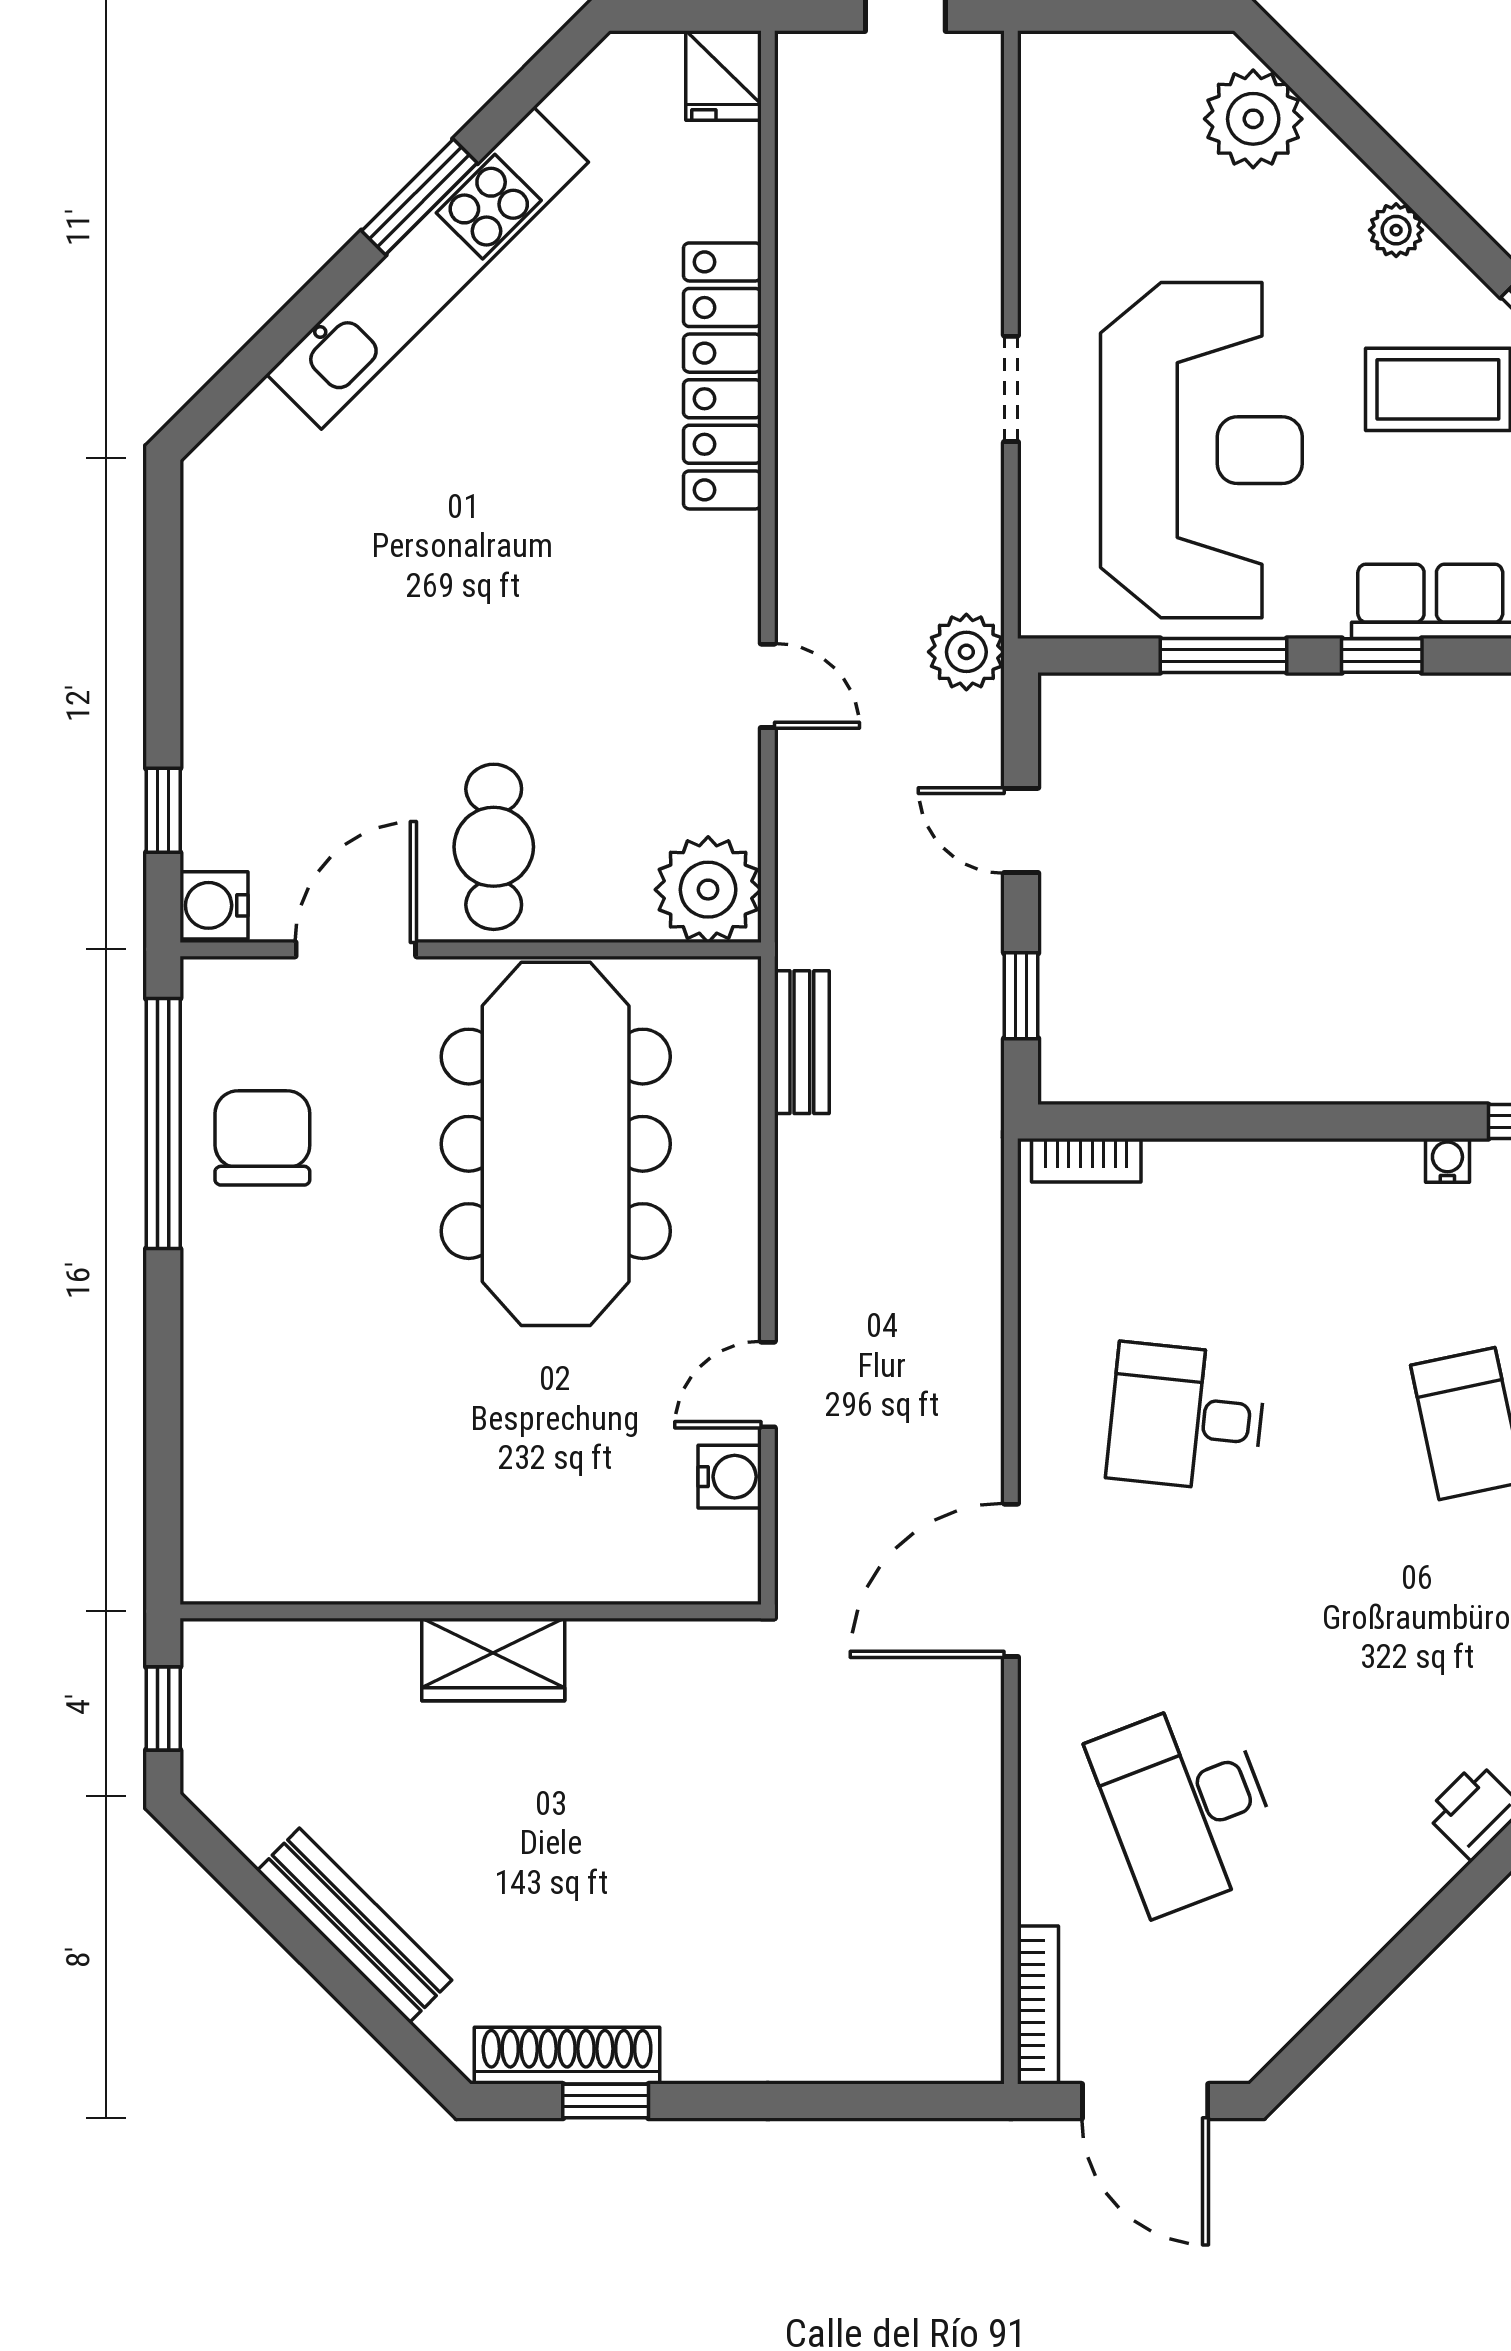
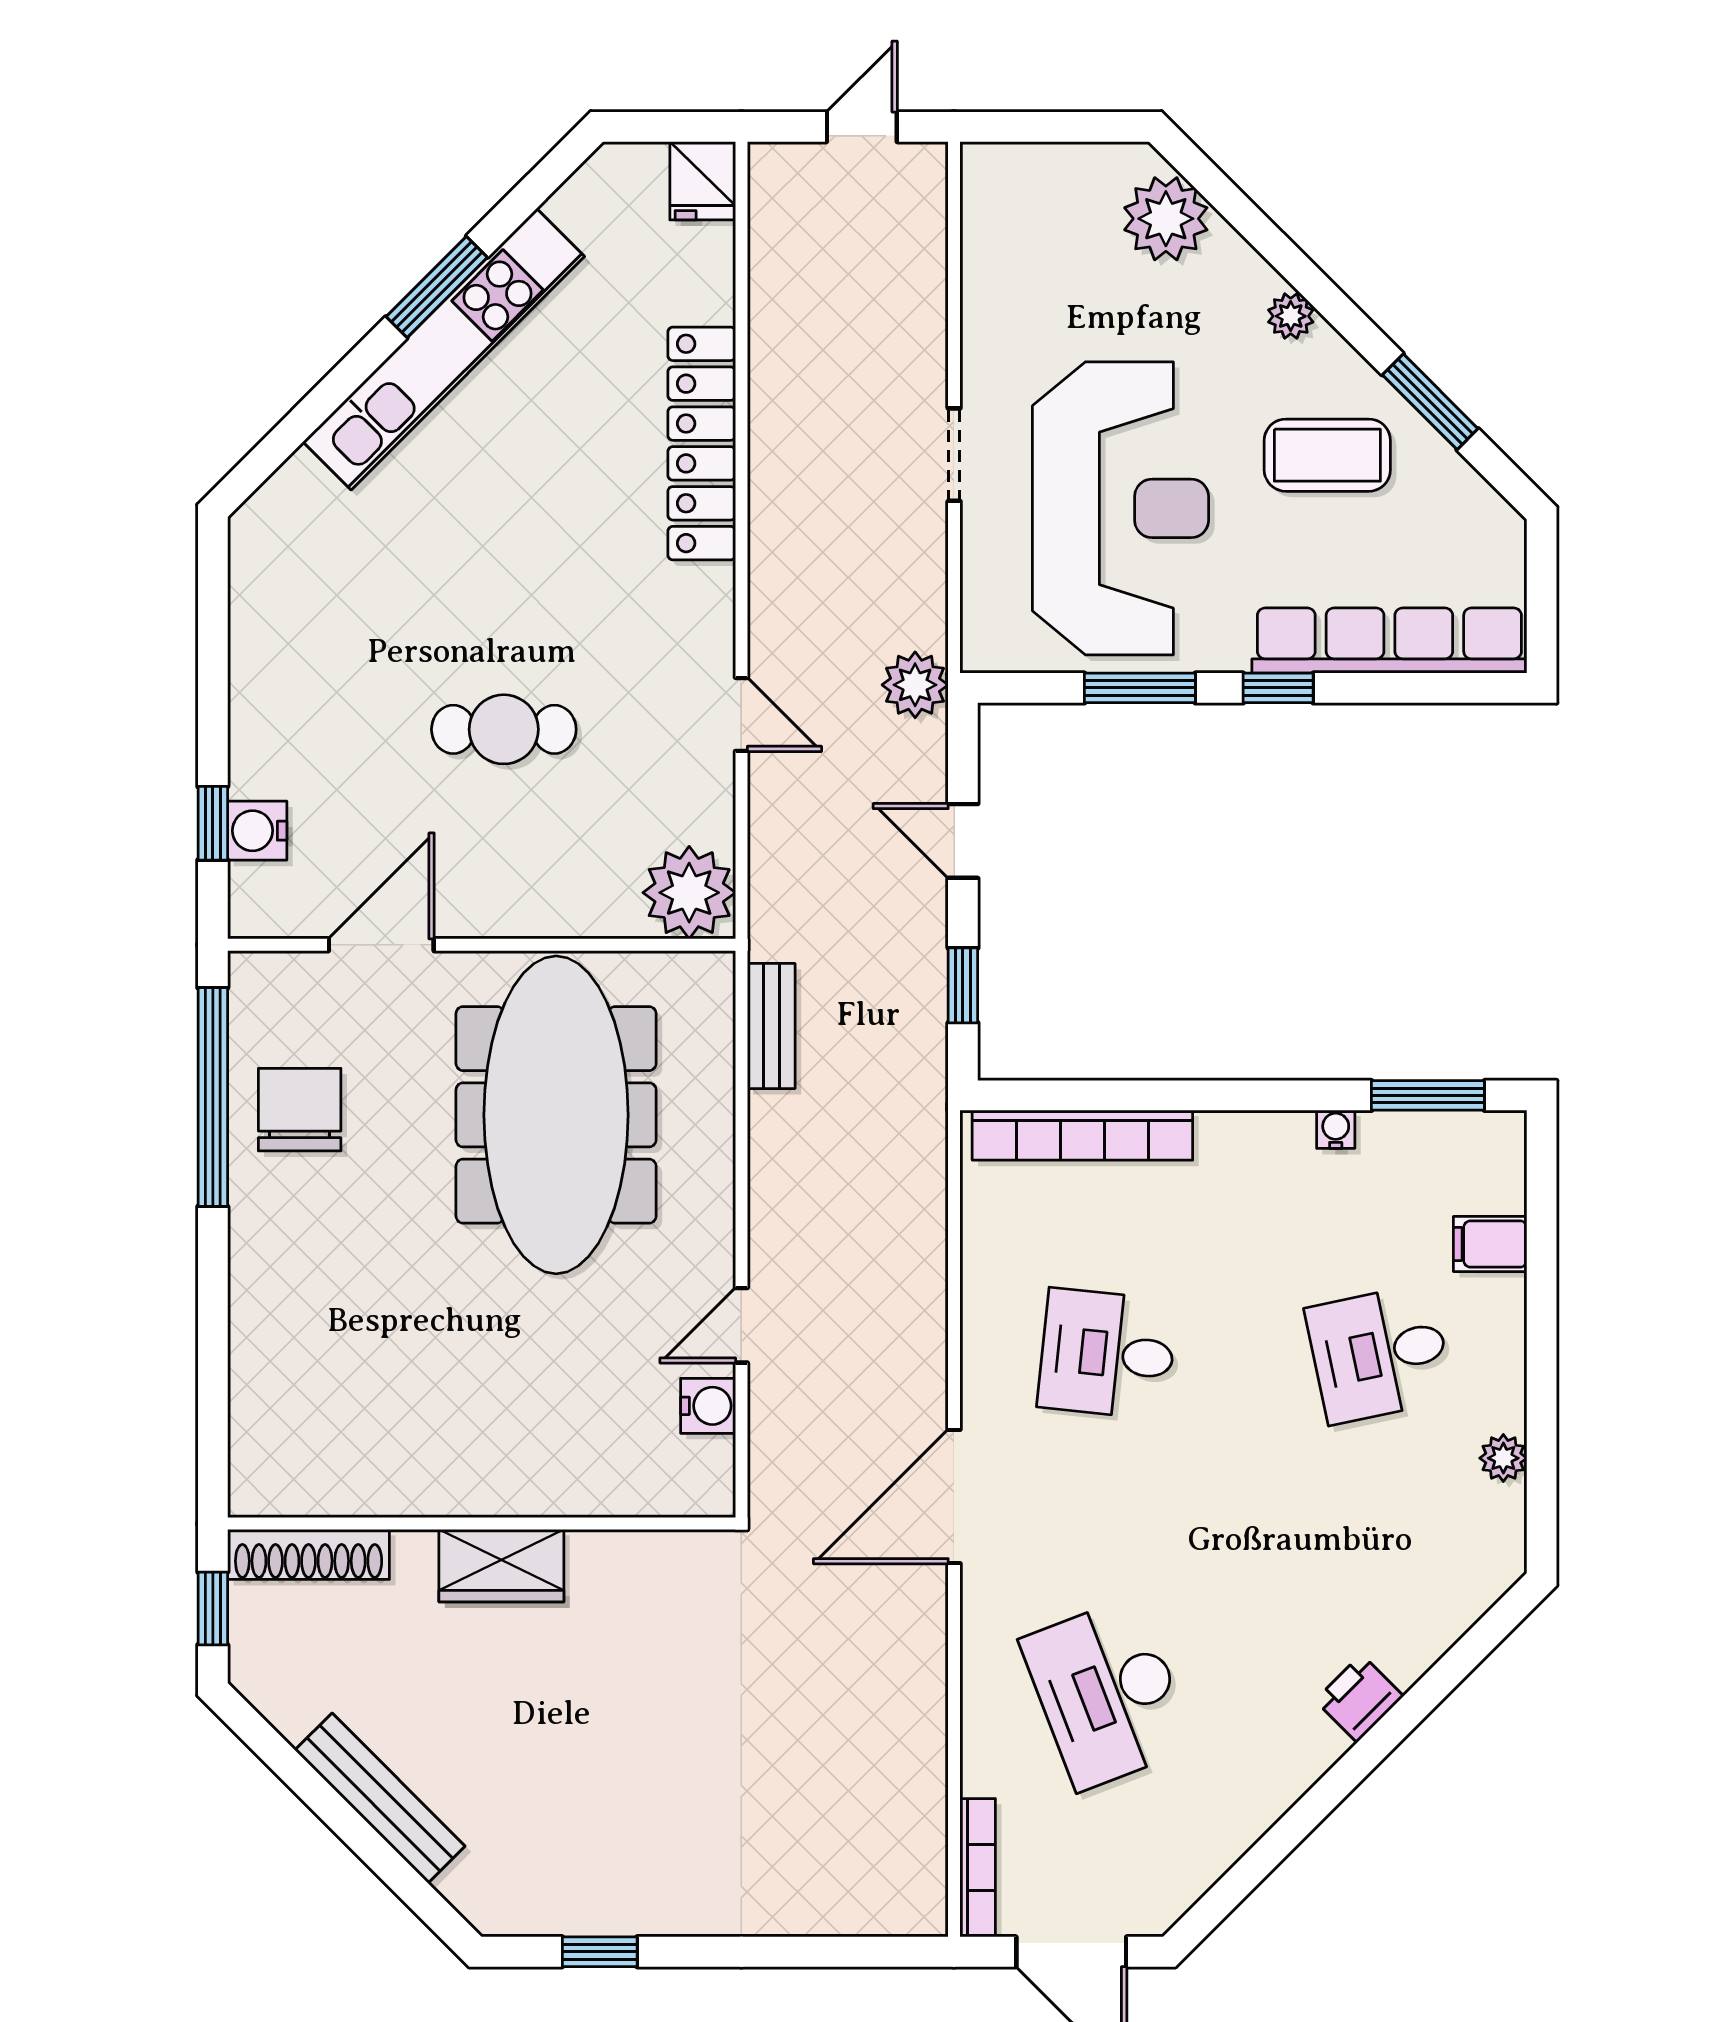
cafe table: (494, 847) -> (504, 729), moved, turned 90
water cooler: (214, 905) -> (257, 831), moved
bookcase: (1086, 1160) -> (1082, 1135), width x2.31, depth x1.31
shoe rack: (567, 2056) -> (309, 1554), moved, turned 180

